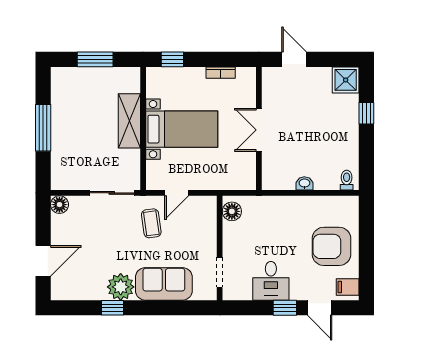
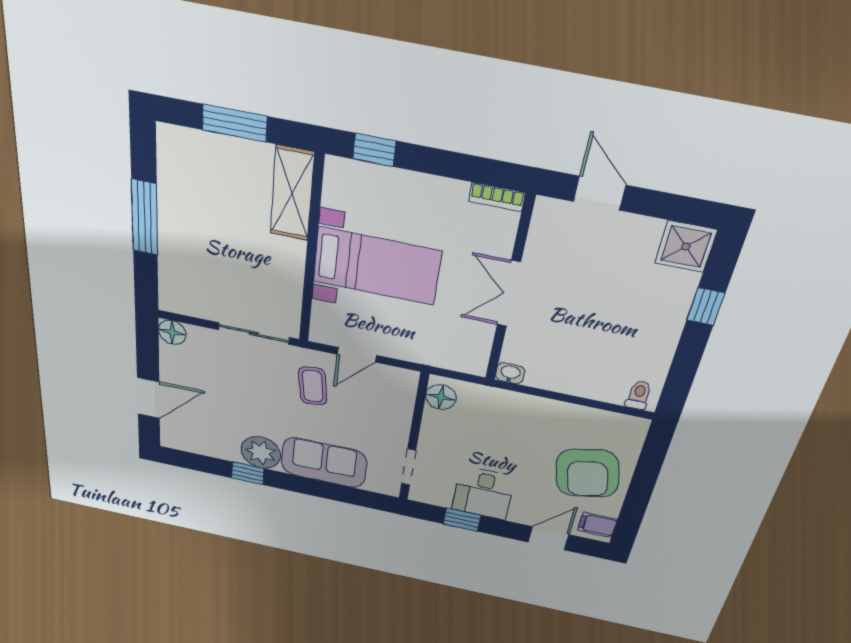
bookcase: (221, 73) -> (497, 197), moved
shelving: (129, 121) -> (292, 193), moved
washbasin: (304, 183) -> (510, 373), moved
armchair: (331, 246) -> (587, 473), turned -103
window: (285, 308) -> (462, 520), moved
door: (320, 308) -> (548, 538), swing flipped

